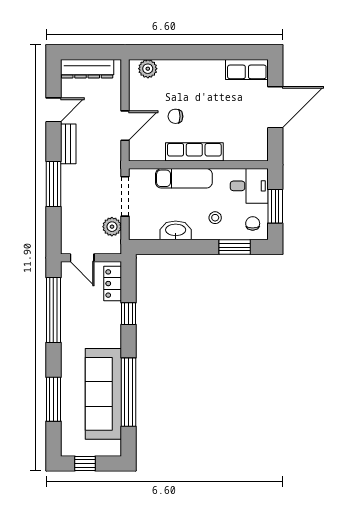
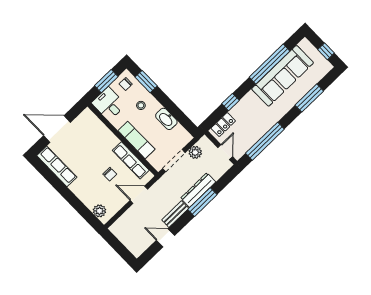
dresser: (87, 69) -> (198, 190), moved, turned -90
row of seats: (247, 69) -> (57, 166), width x1.48
row of seats: (194, 152) -> (131, 160), moved

